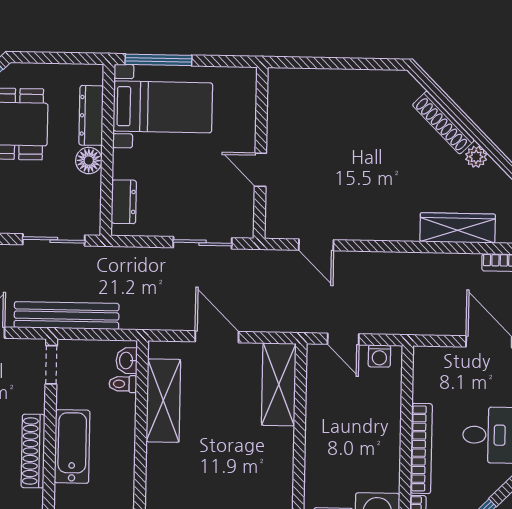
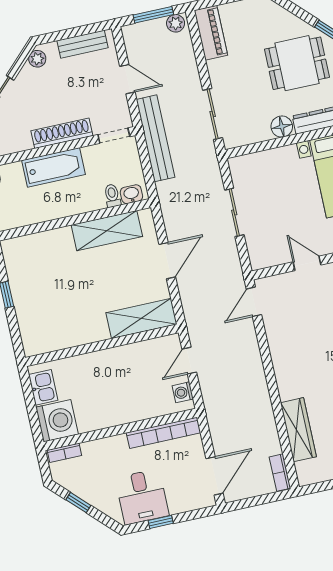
door: (260, 170) -> (307, 263), hinge flipped
dresser: (124, 202) -> (256, 162), removed
sliding door: (203, 243) -> (234, 212), moved
door: (316, 245) -> (254, 302), moved
bookcase: (421, 448) -> (164, 433), moved
shoe rack: (33, 451) -> (62, 133), moved

